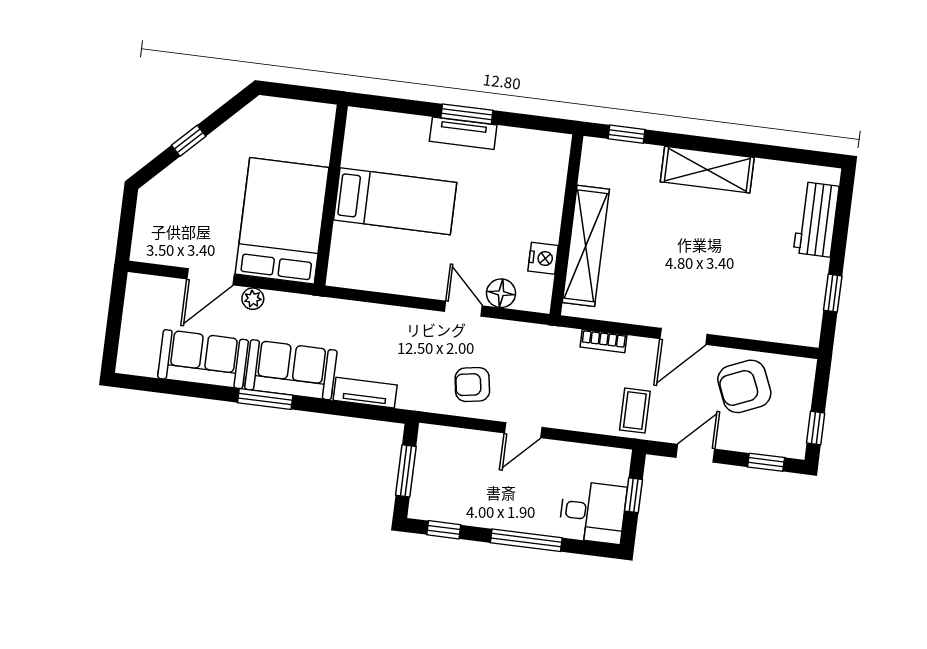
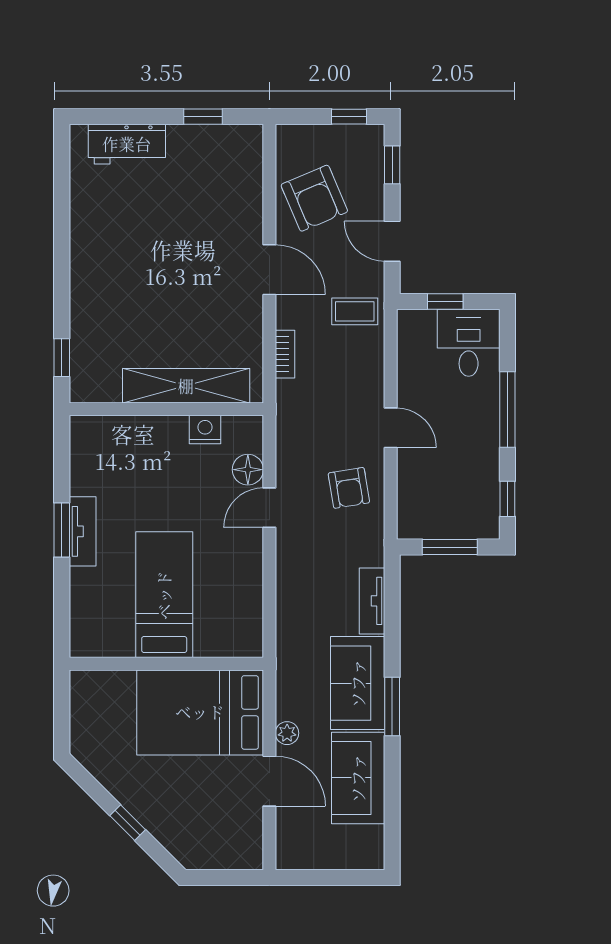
shelving: (707, 170) -> (89, 267), removed

